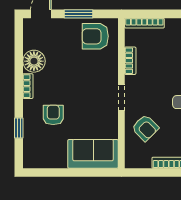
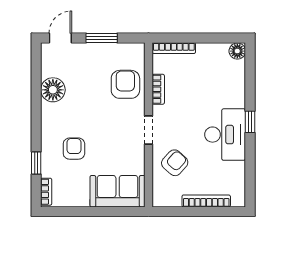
armchair: (95, 36) -> (125, 84), moved, turned 90
bookcase: (28, 86) -> (46, 192), moved
armchair: (145, 128) -> (175, 163), turned -93

